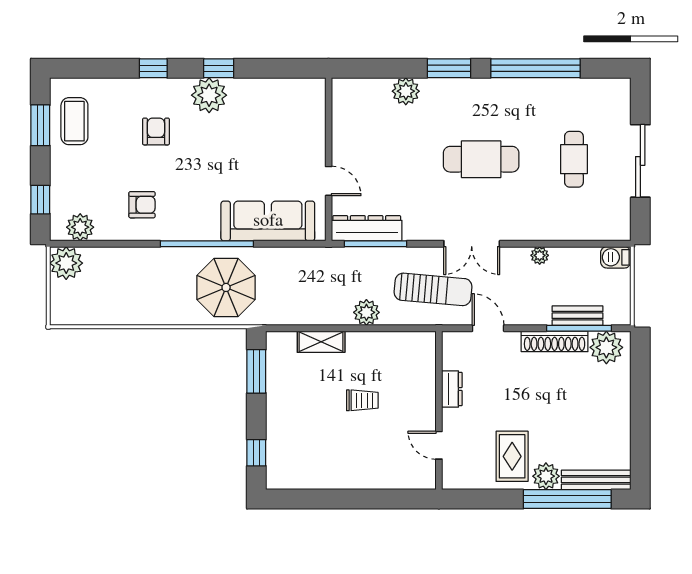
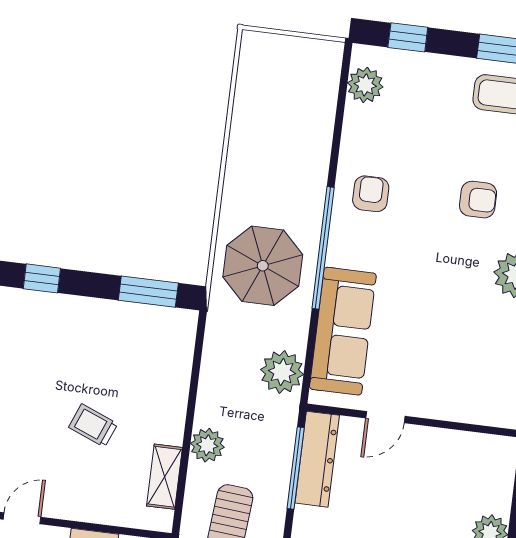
armchair: (142, 205) -> (371, 194), moved, turned 180
plant: (66, 263) -> (282, 372), moved
shelving: (321, 342) -> (165, 477), moved
trolley: (362, 400) -> (93, 426), turned 112

